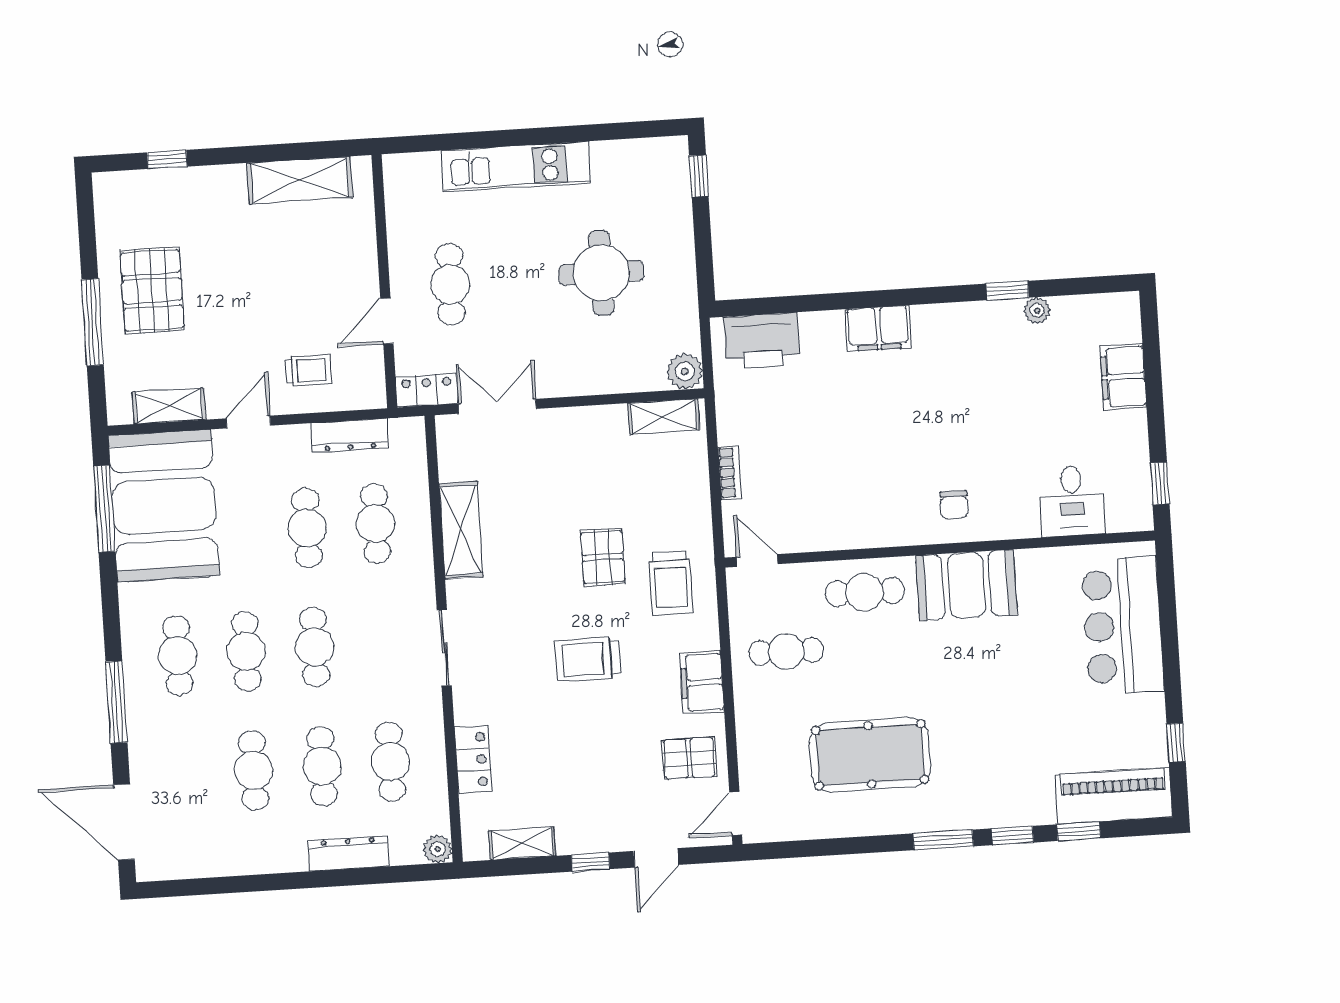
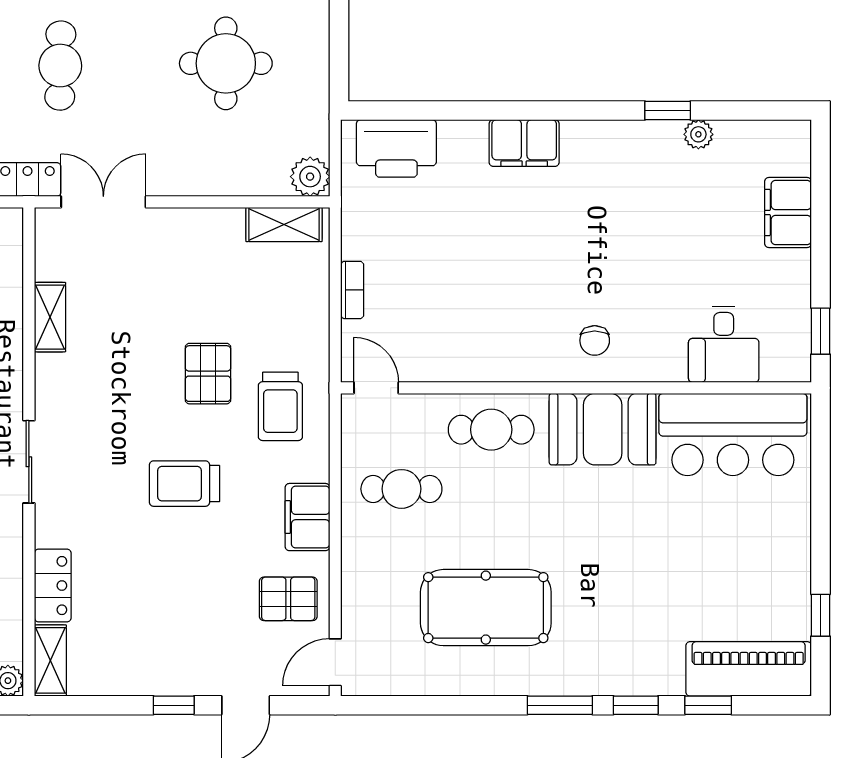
shelving: (461, 530) -> (50, 317), width x0.67, depth x0.75
bar counter: (1123, 626) -> (733, 434), moved, turned -90
shelving: (522, 843) -> (50, 660), moved, turned 90

